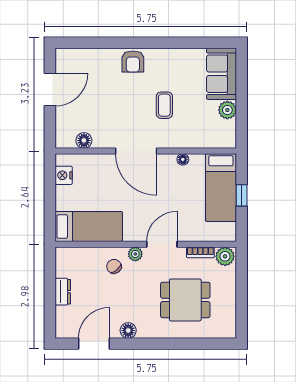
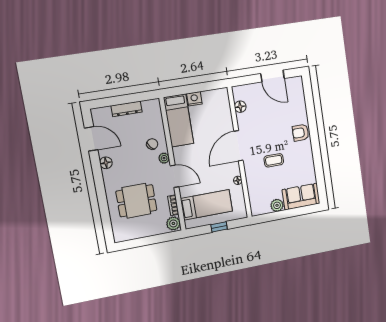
nightstand: (64, 175) -> (194, 99), moved
bed: (221, 188) -> (206, 205), moved, turned 180
dresser: (63, 292) -> (127, 109), width x1.44
dining table: (185, 300) -> (136, 201), turned 90

